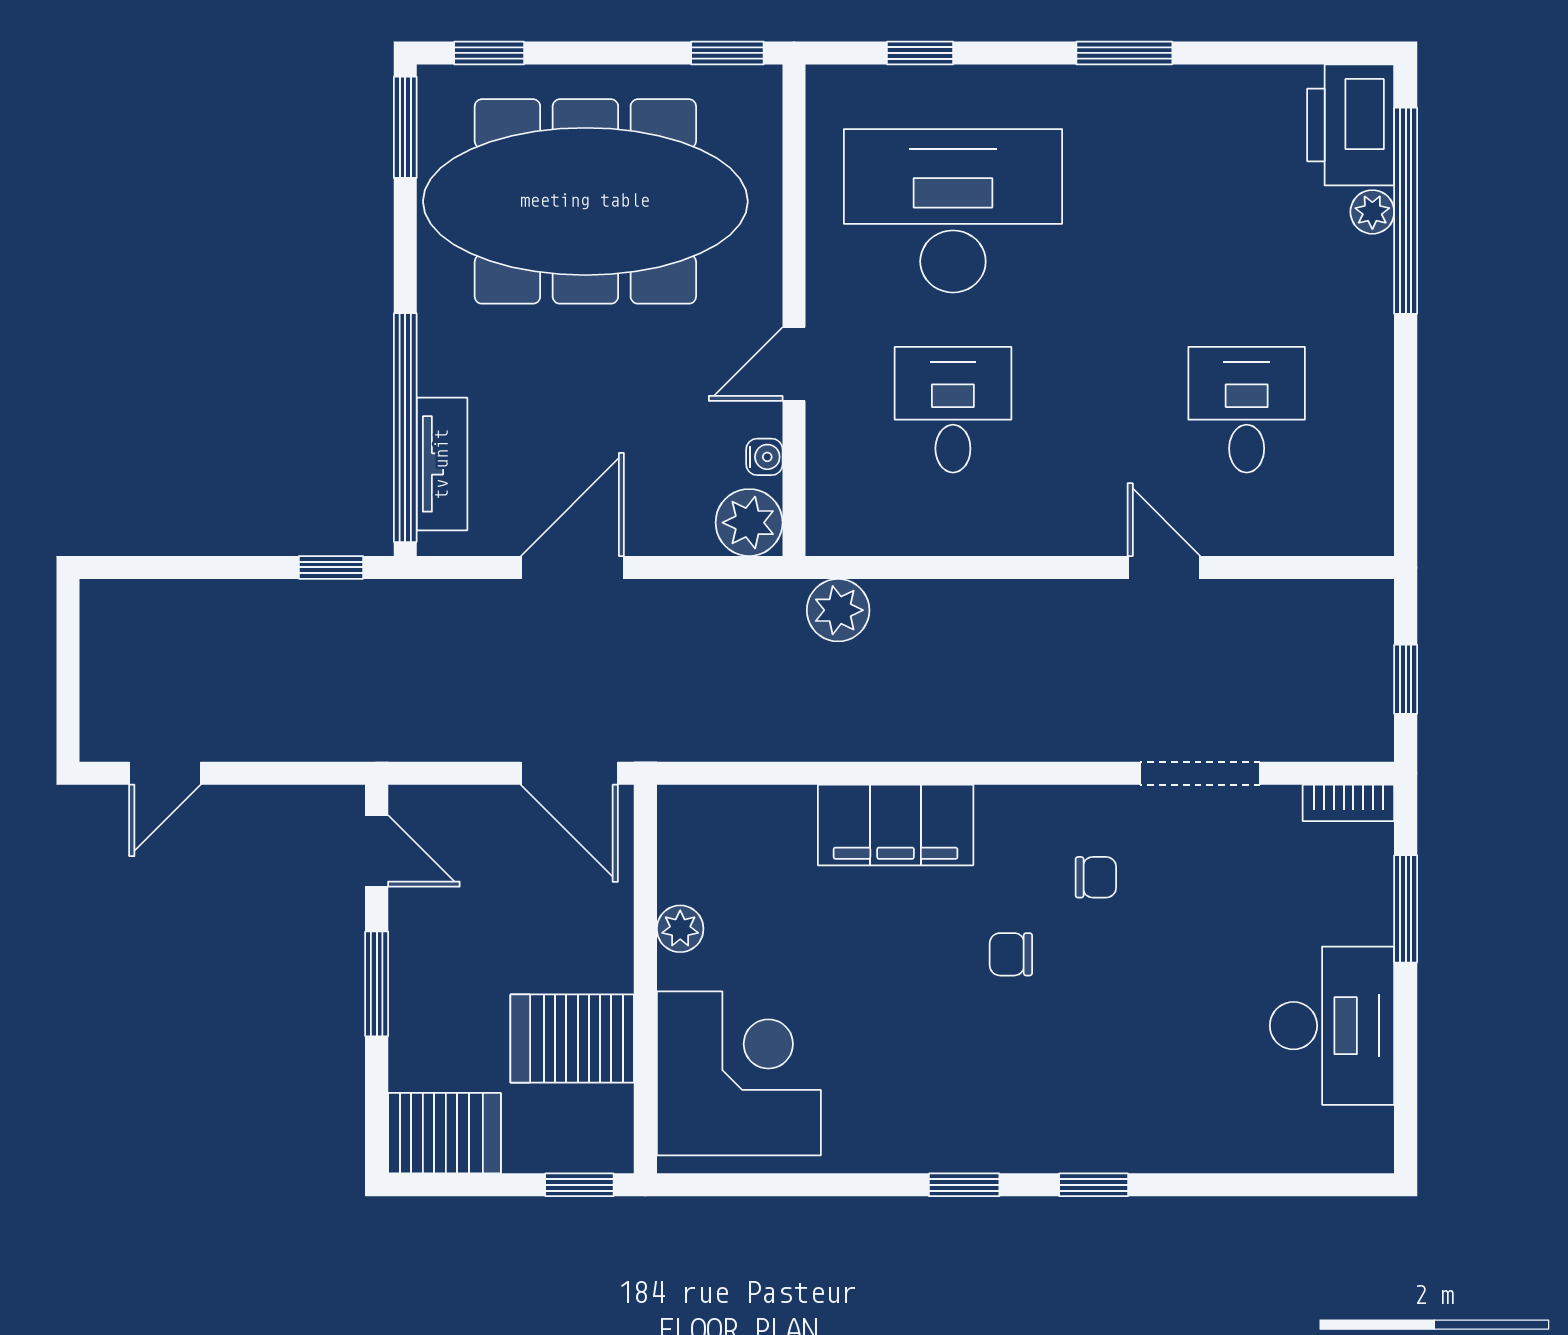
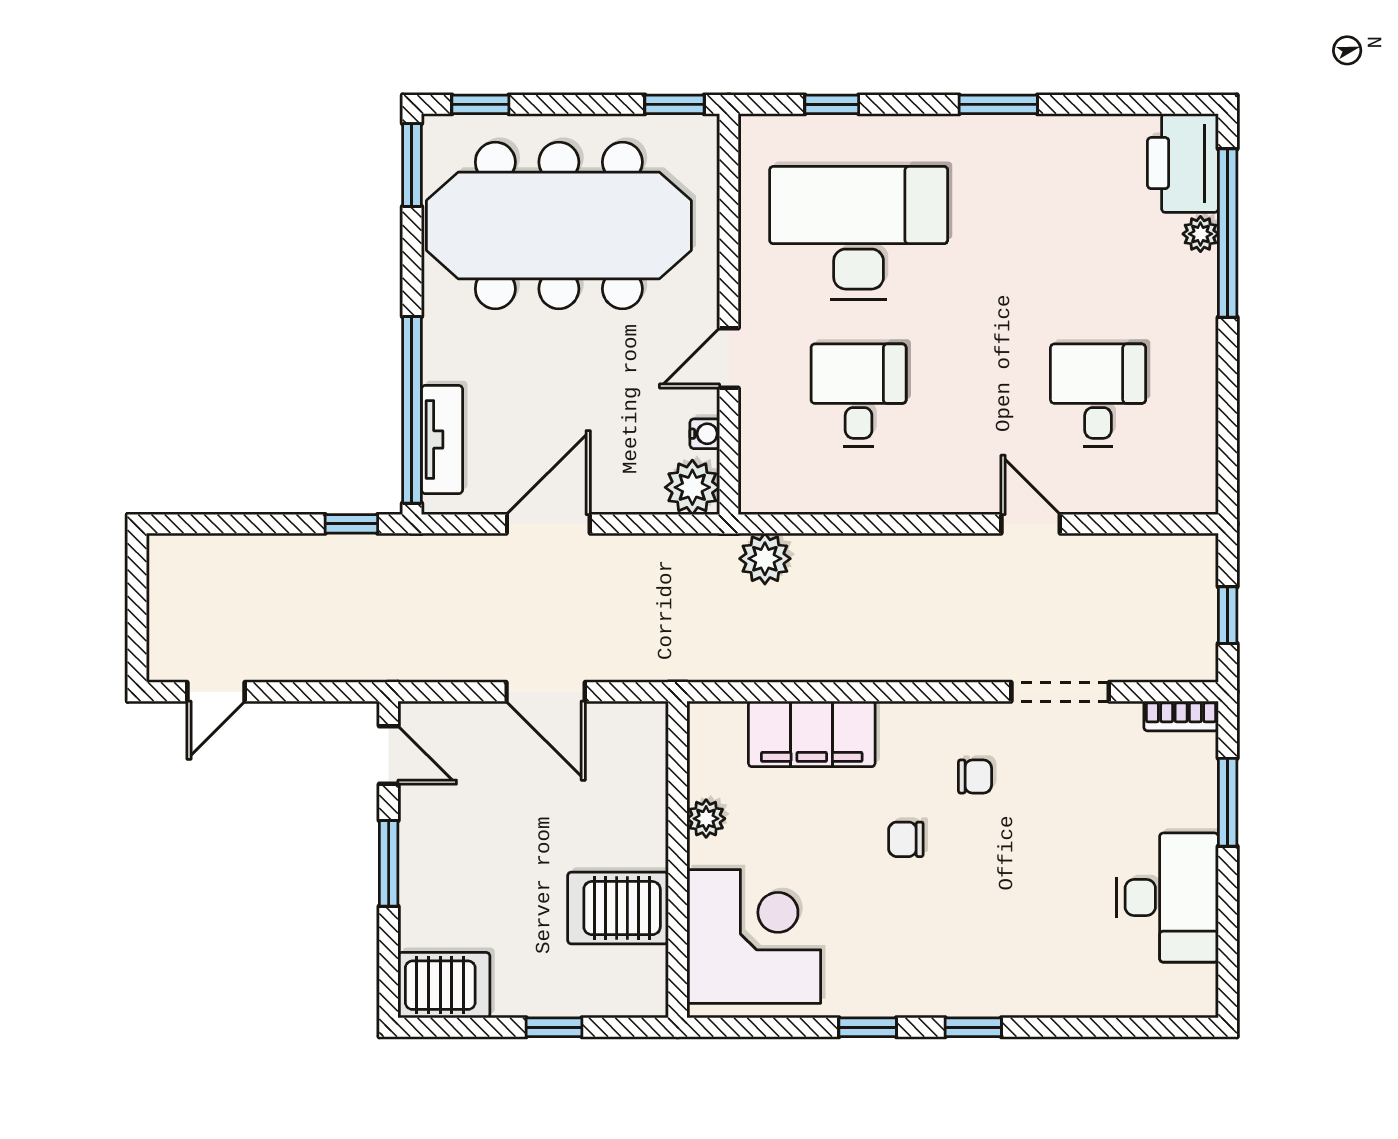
plant: (680, 929) -> (706, 819), moved
wall: (645, 979) -> (678, 859), moved
server rack: (572, 1039) -> (618, 908), moved
corner desk: (739, 1073) -> (754, 936), moved

